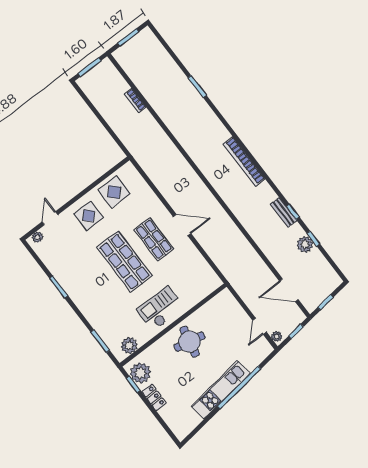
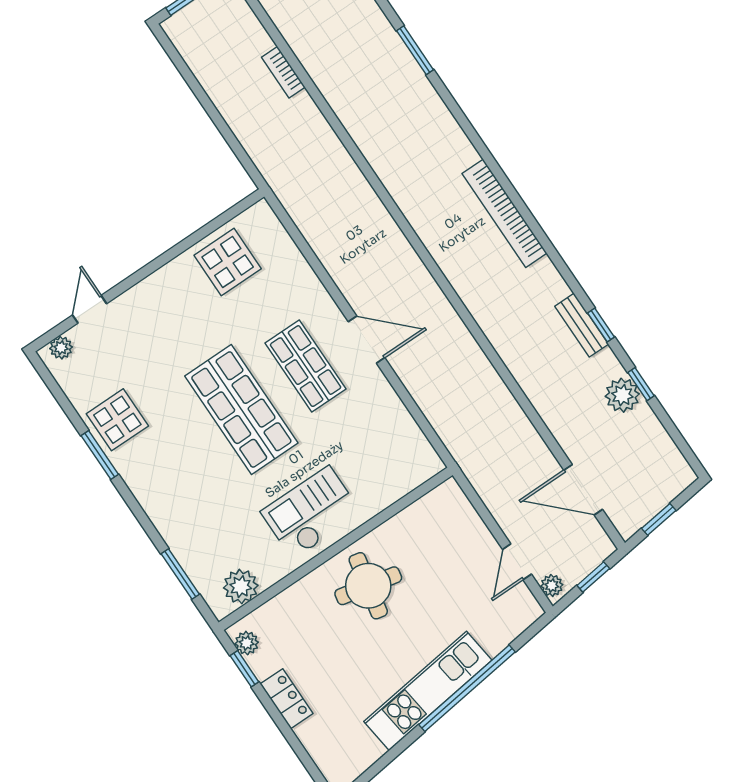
display table: (89, 216) -> (117, 420), moved
plant: (140, 373) -> (247, 643), width x0.53, depth x0.53

